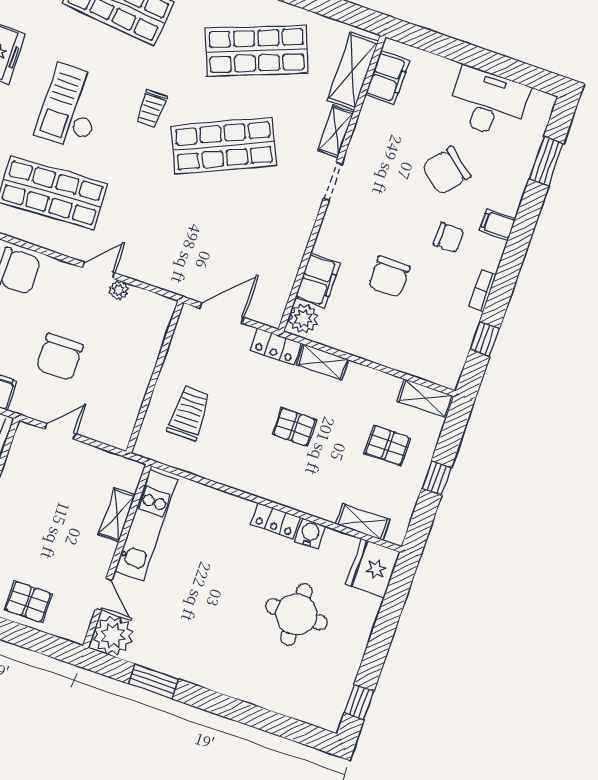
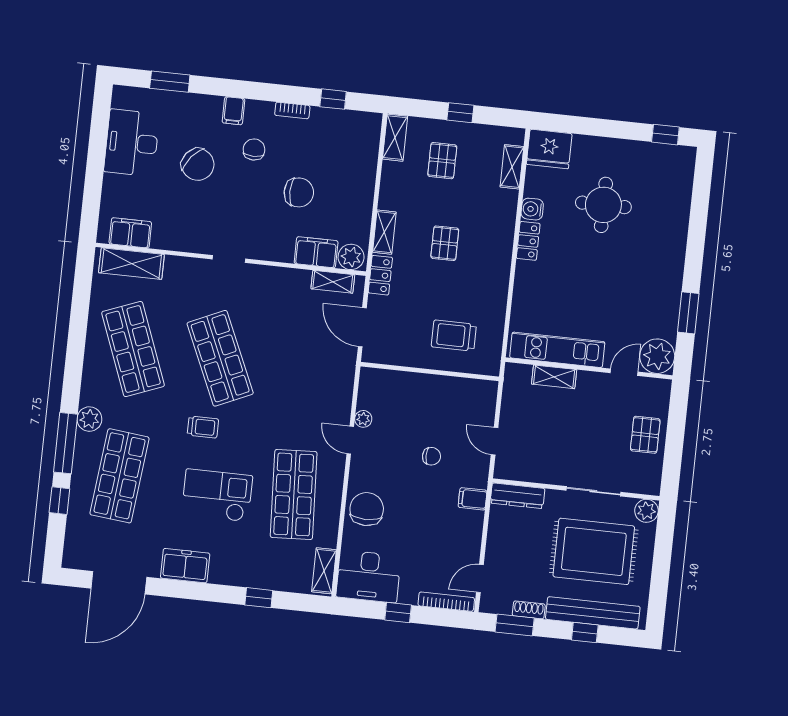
checkout: (71, 107) -> (217, 495), turned 180
shelving: (336, 131) -> (333, 282), moved
chair: (59, 357) -> (431, 456), width x0.54, depth x0.54

